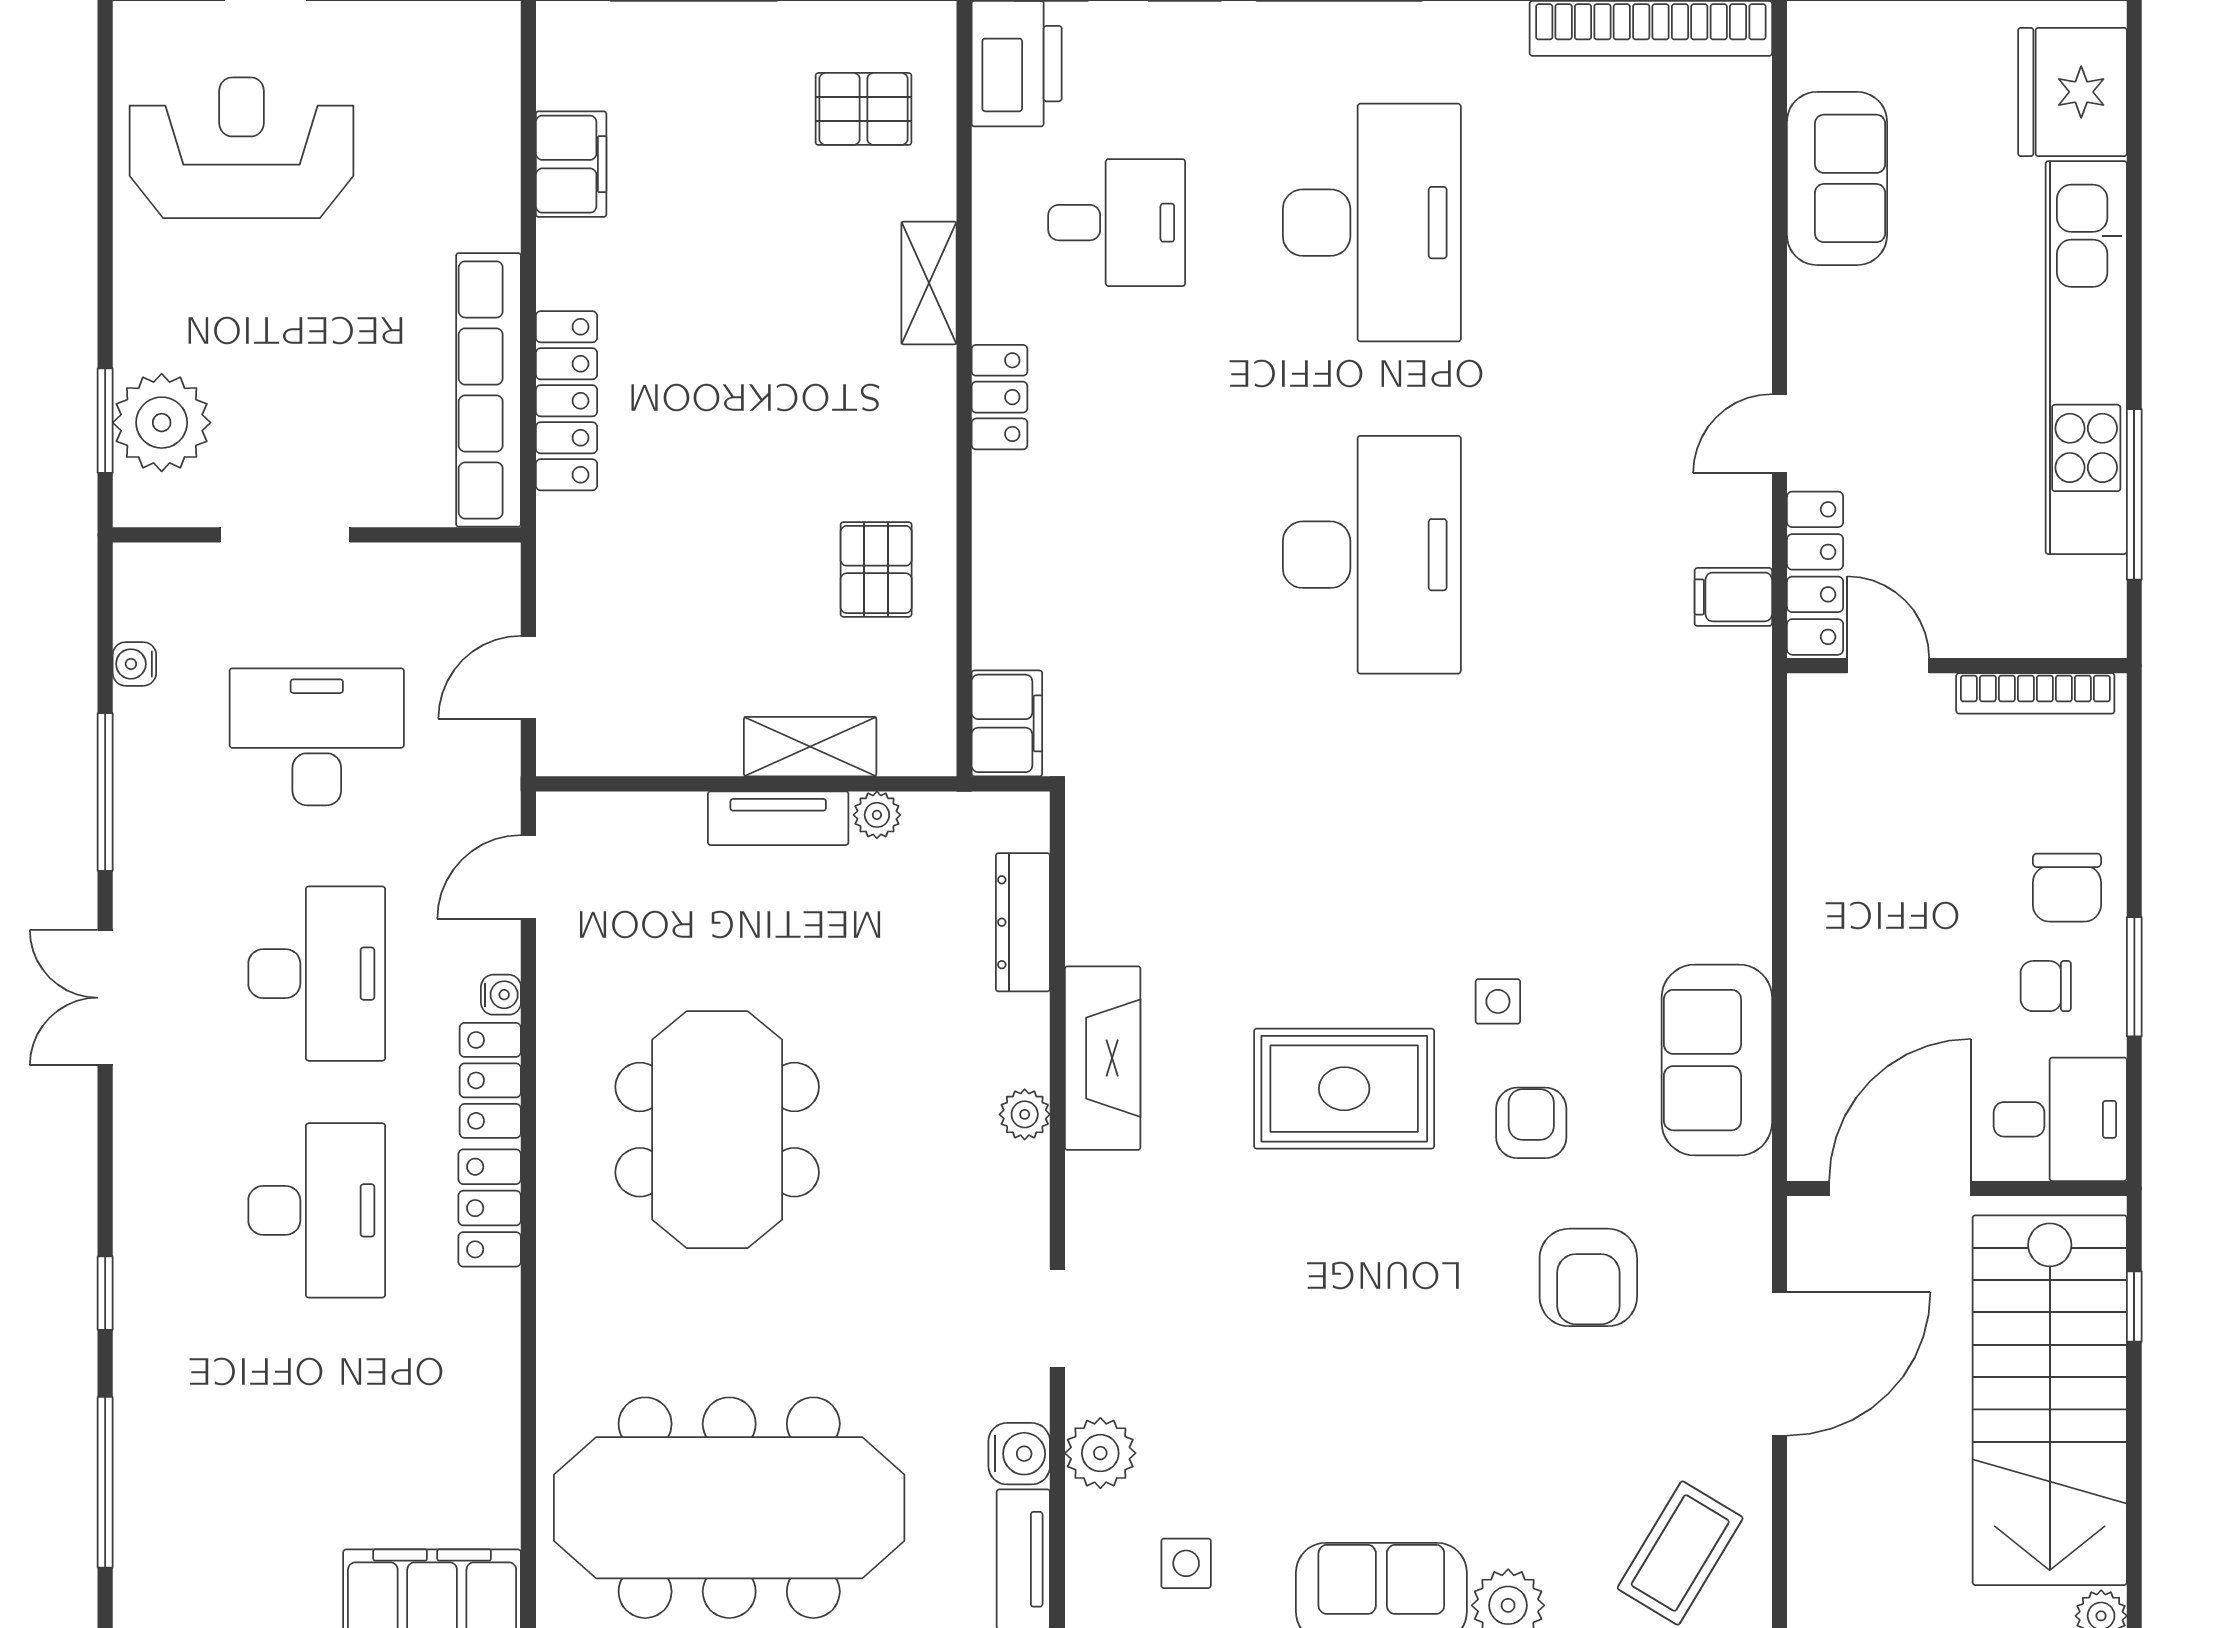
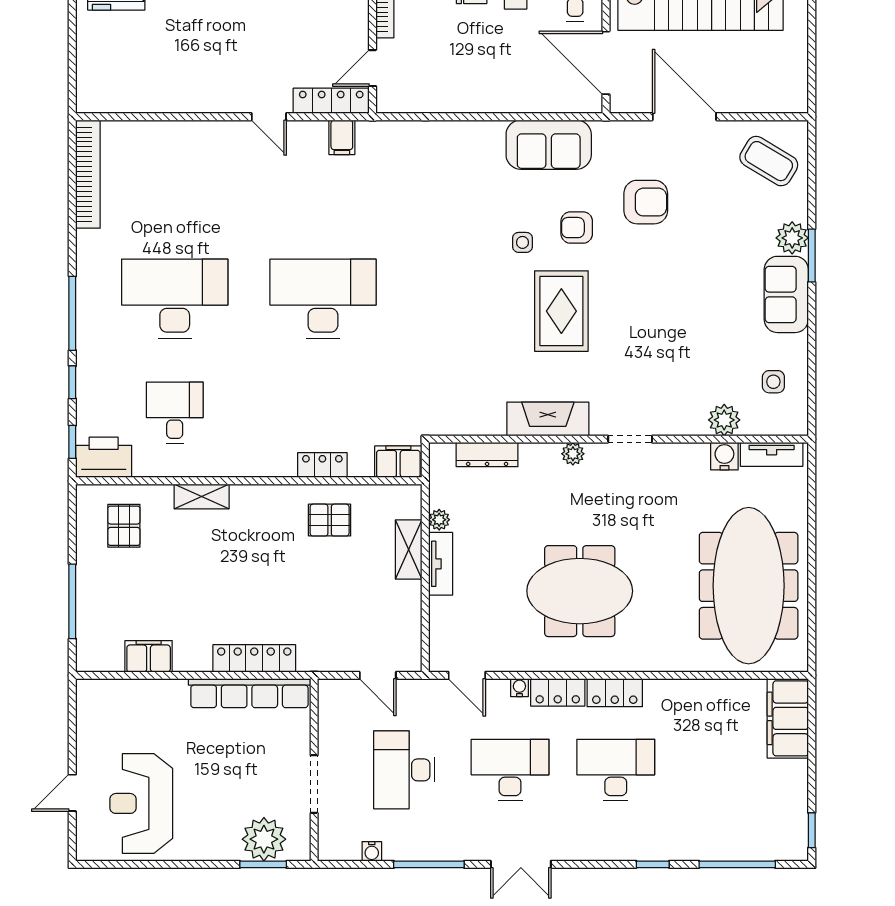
sofa: (1837, 178) -> (155, 91), removed
locker: (999, 397) -> (322, 465), moved
doorway: (1057, 1318) -> (630, 439), moved

